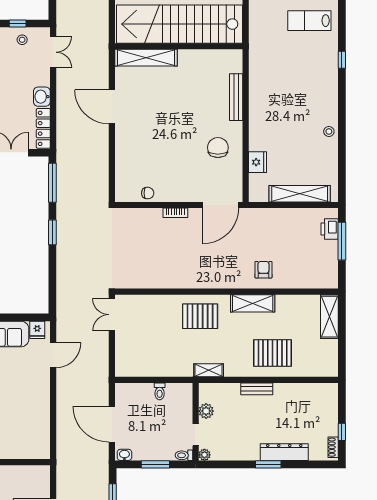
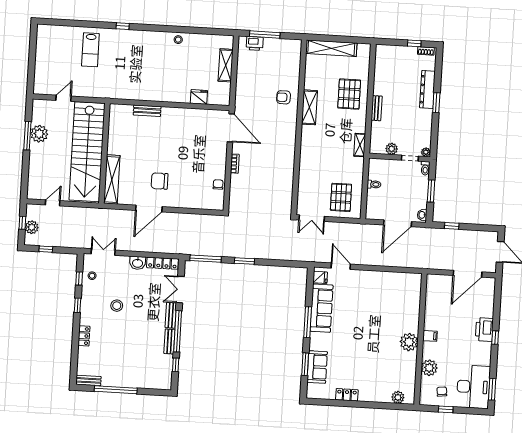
bench: (236, 97) -> (147, 111), width x0.73
chair: (218, 148) -> (160, 181), moved
shelving: (300, 194) -> (226, 65), width x0.68
pallet: (200, 316) -> (341, 197), moved
shelving: (329, 317) -> (331, 48), width x1.47

